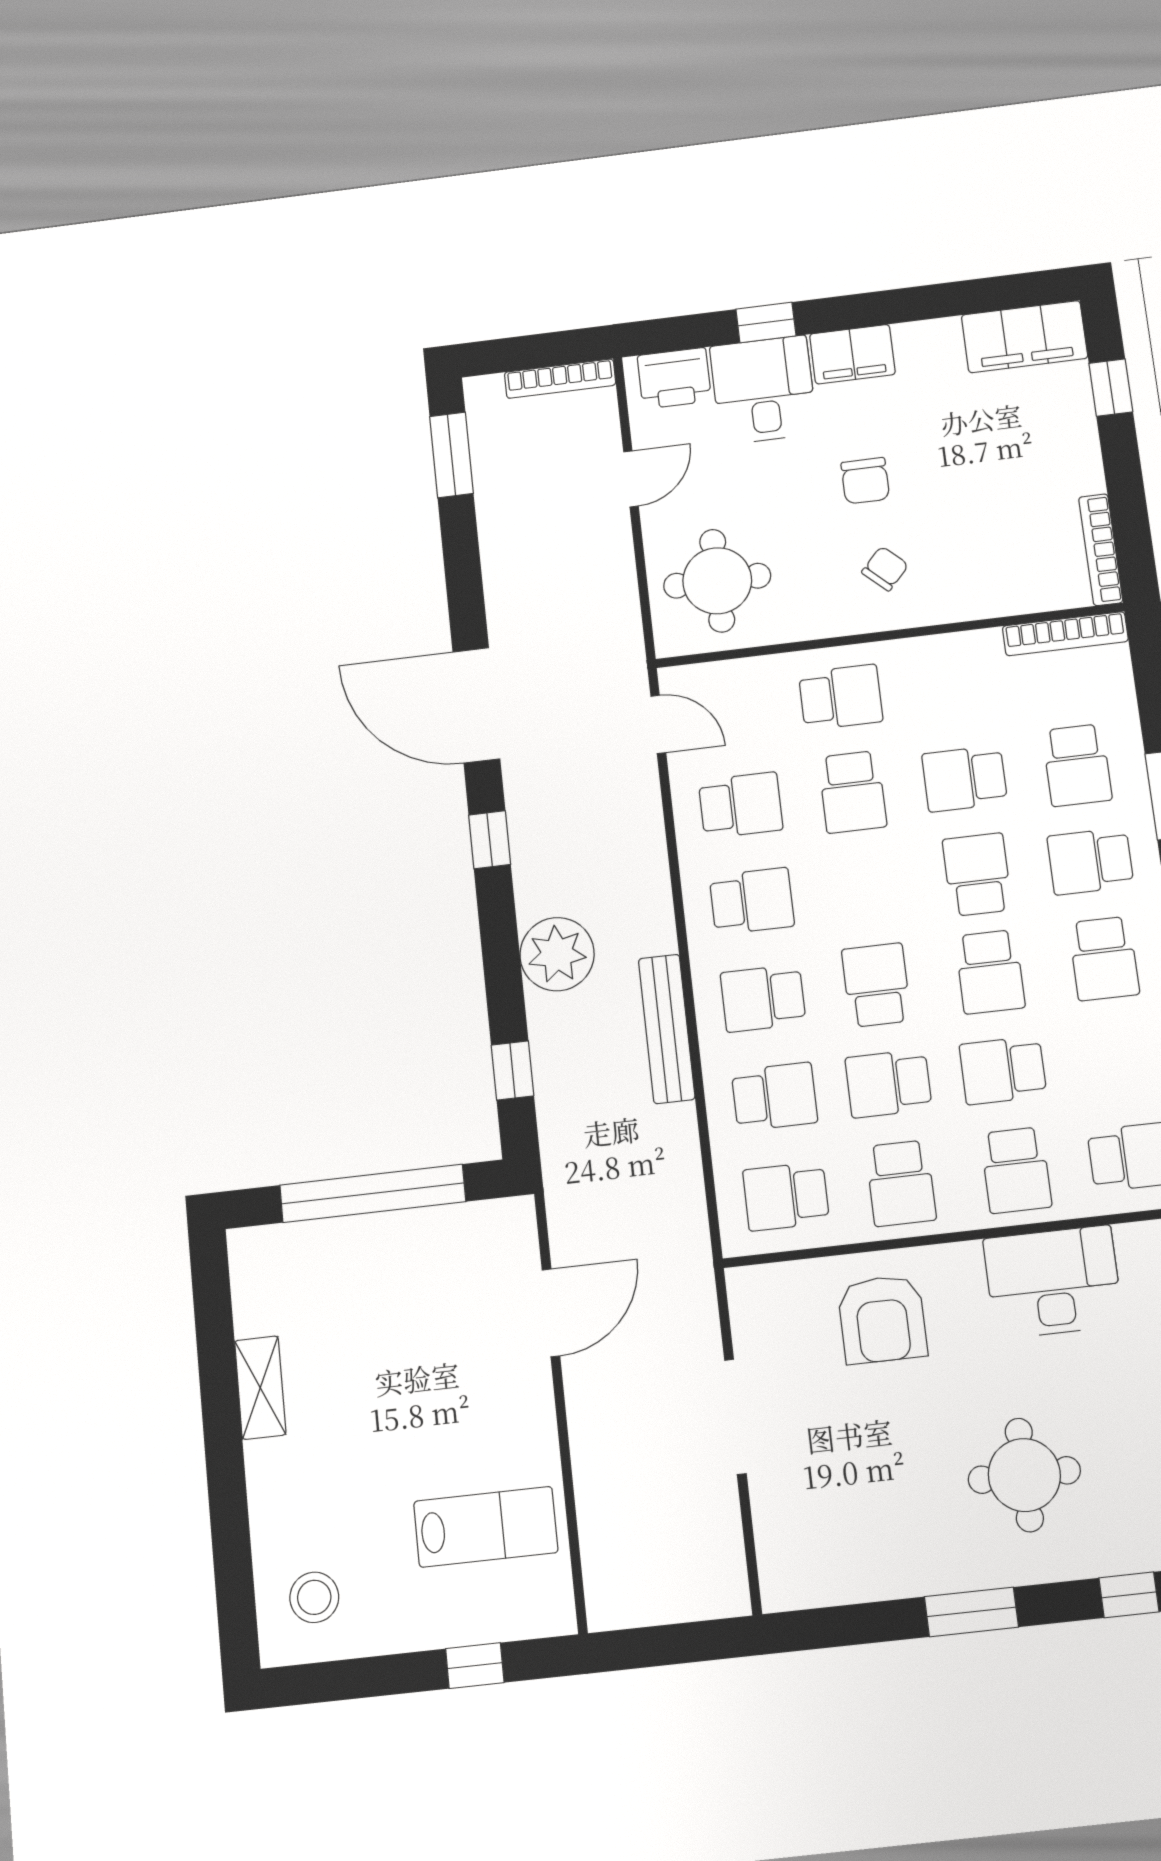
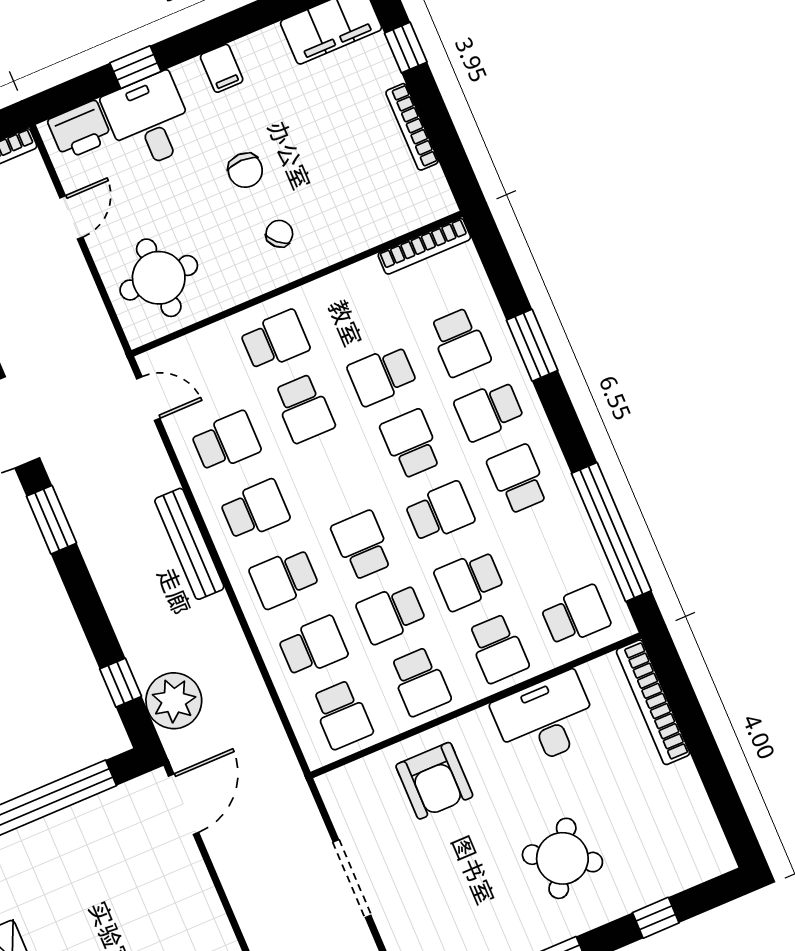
filing cabinet: (852, 354) -> (222, 68), width x0.50
bookcase: (1101, 550) -> (412, 127), moved
window: (490, 840) -> (51, 520), width x1.50
plant: (557, 954) -> (174, 701), moved
school desk: (1104, 959) -> (518, 479), turned 180
school desk: (990, 972) -> (440, 512), turned -90
bench: (667, 1029) -> (189, 544), moved
school desk: (786, 1196) -> (342, 715), turned -90
door: (551, 1313) -> (184, 804), moved
round table: (1024, 1475) -> (562, 858), turned 30

